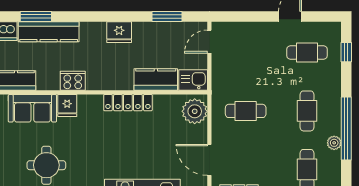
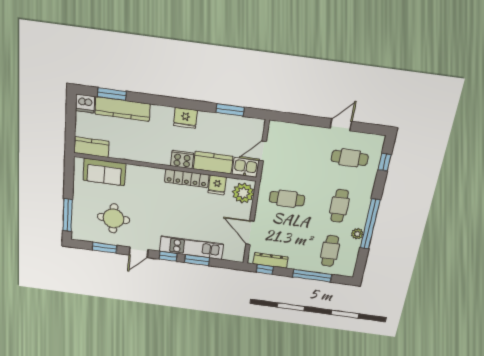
door: (209, 42) -> (263, 151), moved
cooker: (73, 81) -> (182, 160), moved
fridge: (67, 106) -> (217, 185), moved

